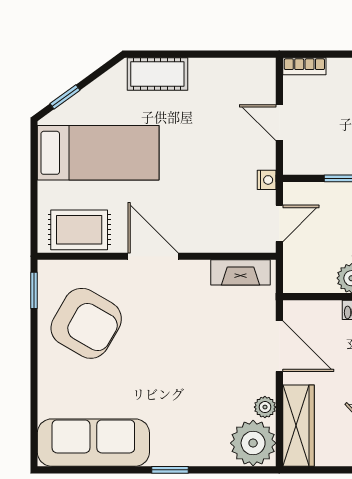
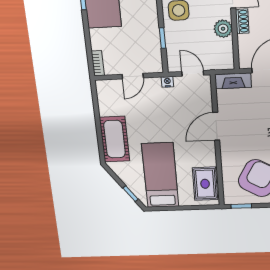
cot: (157, 74) -> (114, 139), width x1.37, depth x1.34
door: (153, 256) -> (216, 126), moved
fireplace: (241, 272) -> (233, 81), moved, turned 90

